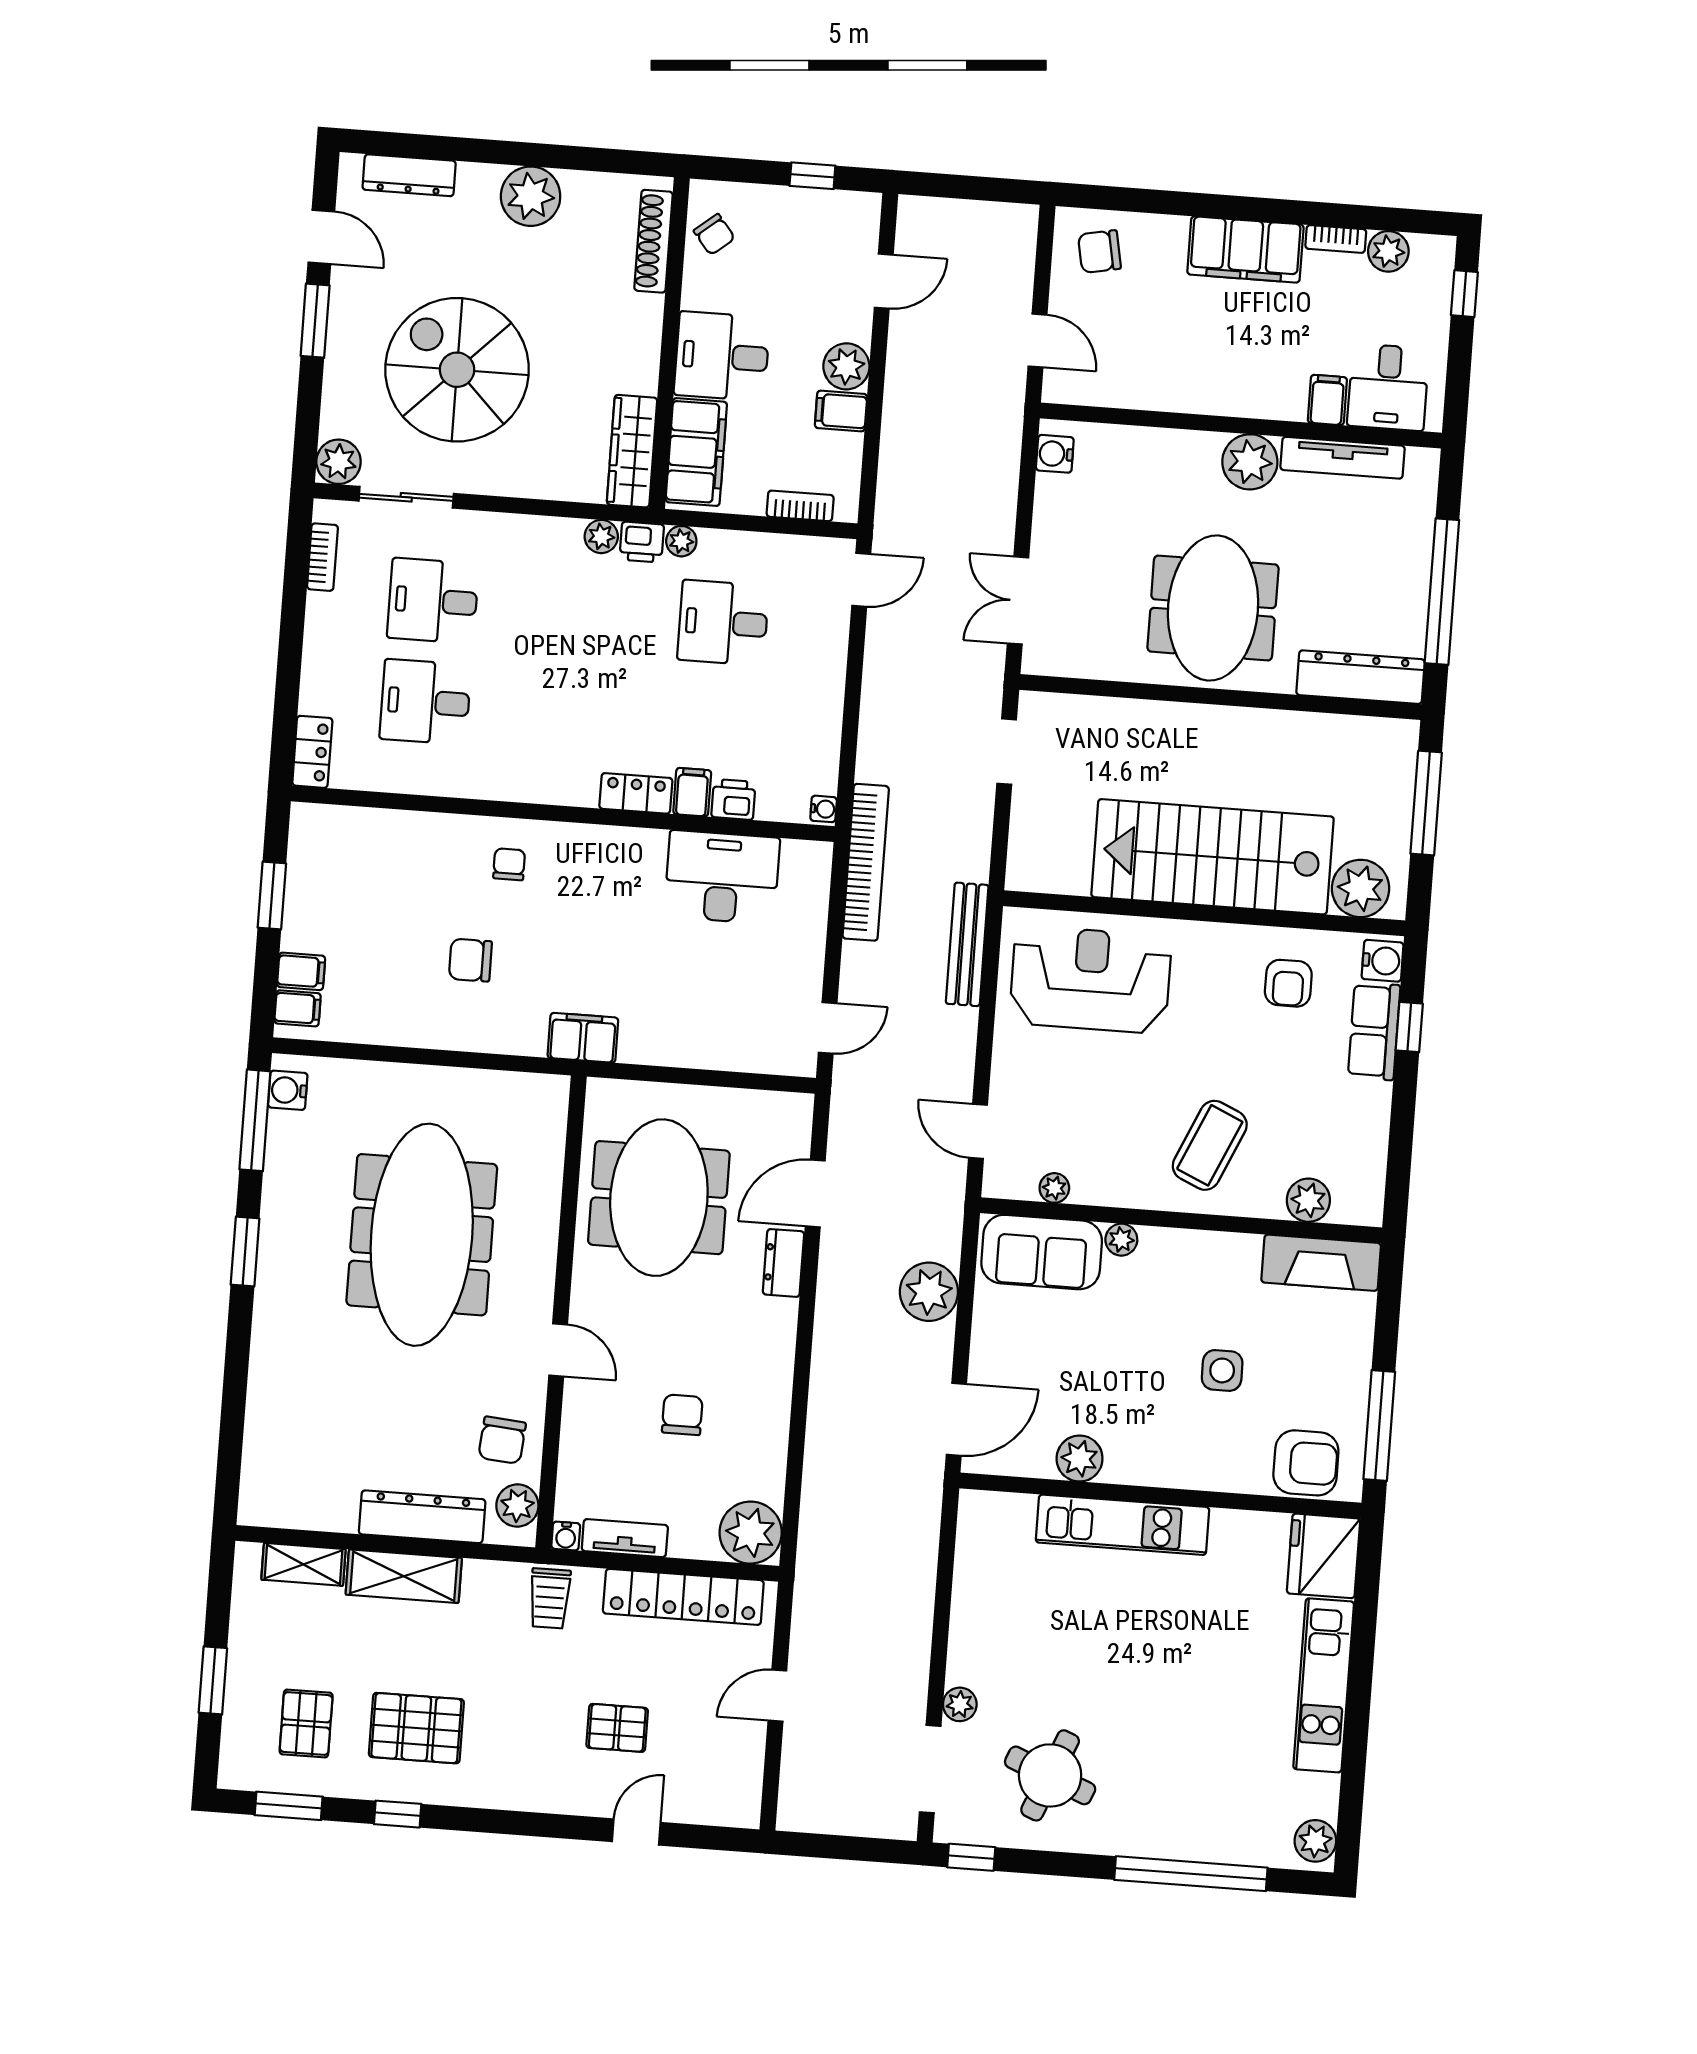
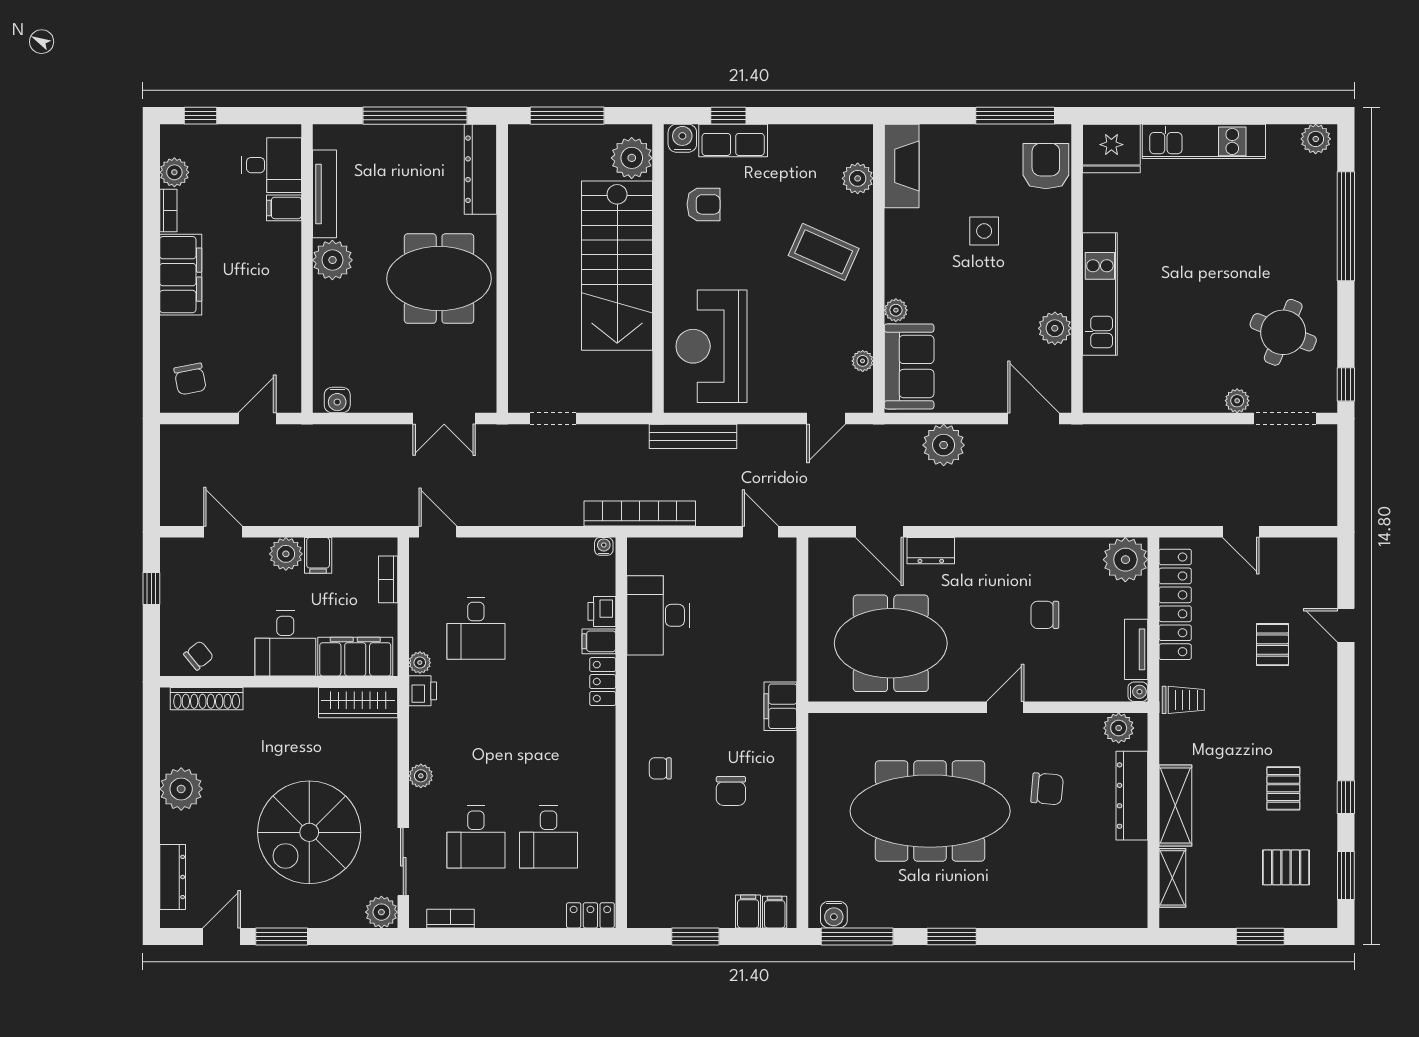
plant: (601, 537) -> (421, 776), moved
chair: (502, 1440) -> (1047, 789), moved
pallet: (416, 1728) -> (1283, 788), width x0.67, depth x0.71

